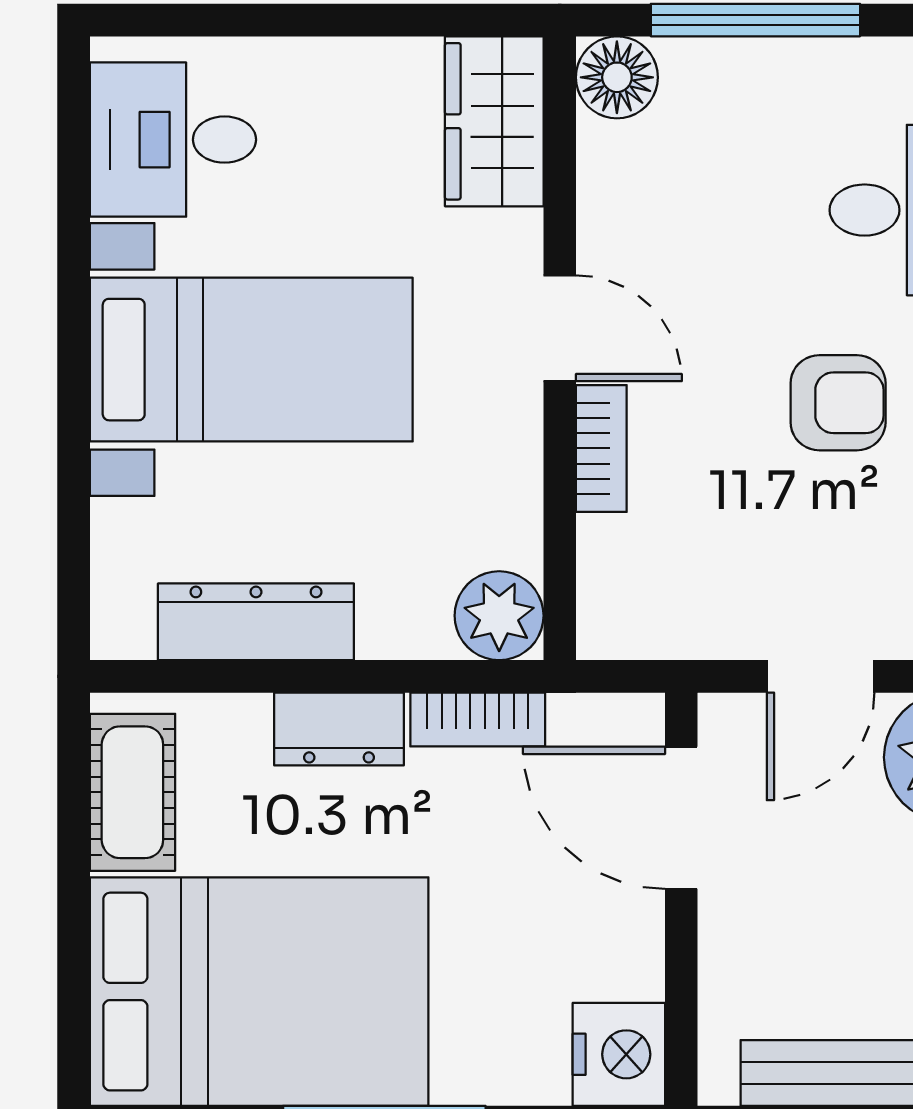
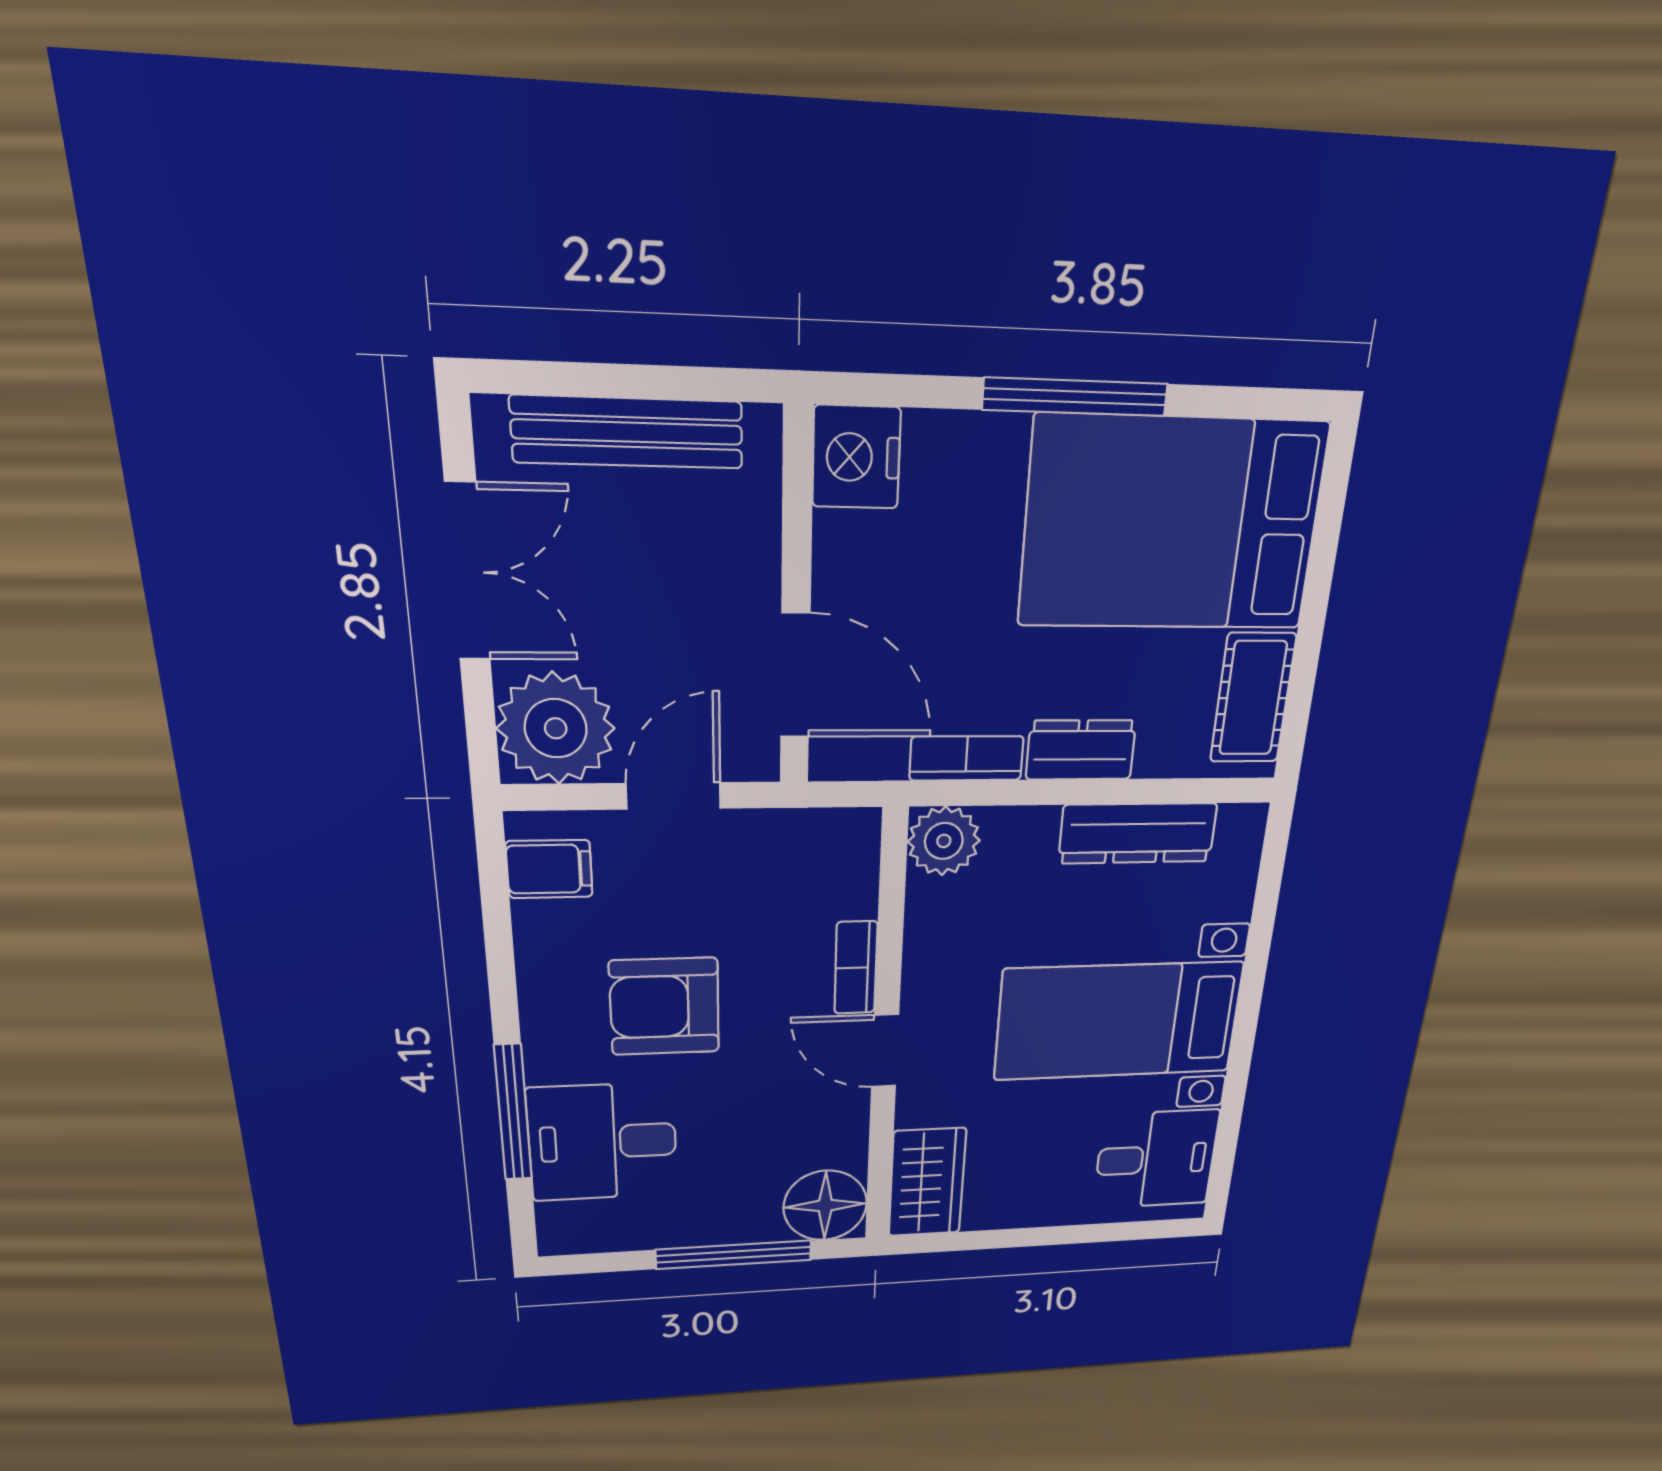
floor lamp: (617, 77) -> (825, 1206), width x1.38, depth x1.38
armchair: (838, 403) -> (665, 1007), width x1.38, depth x1.38

